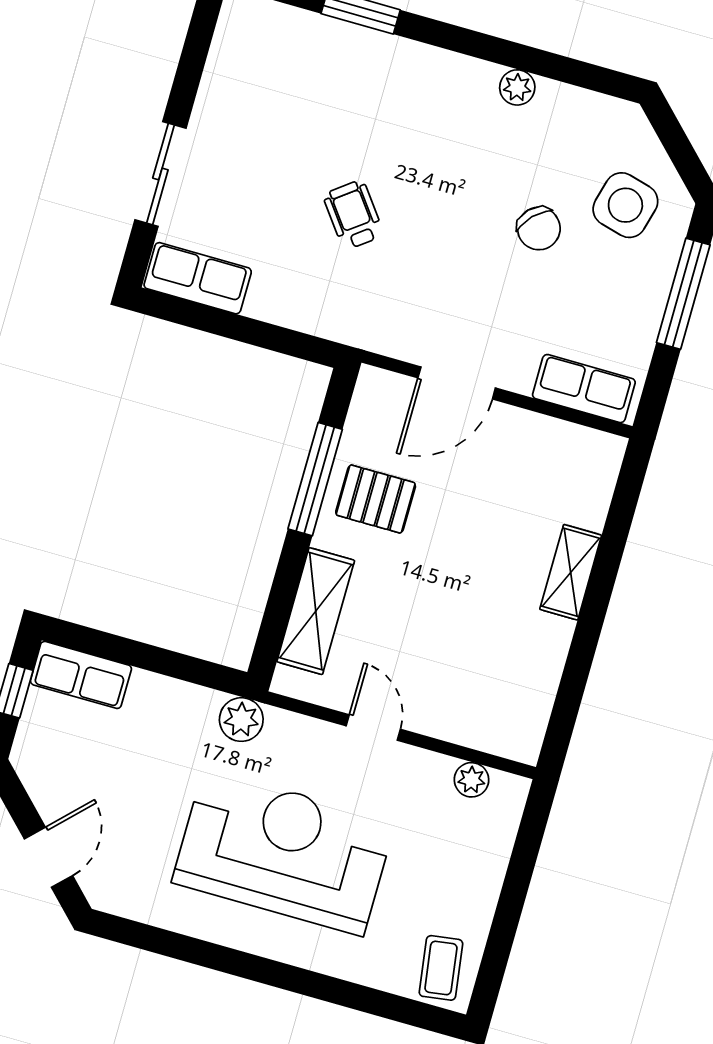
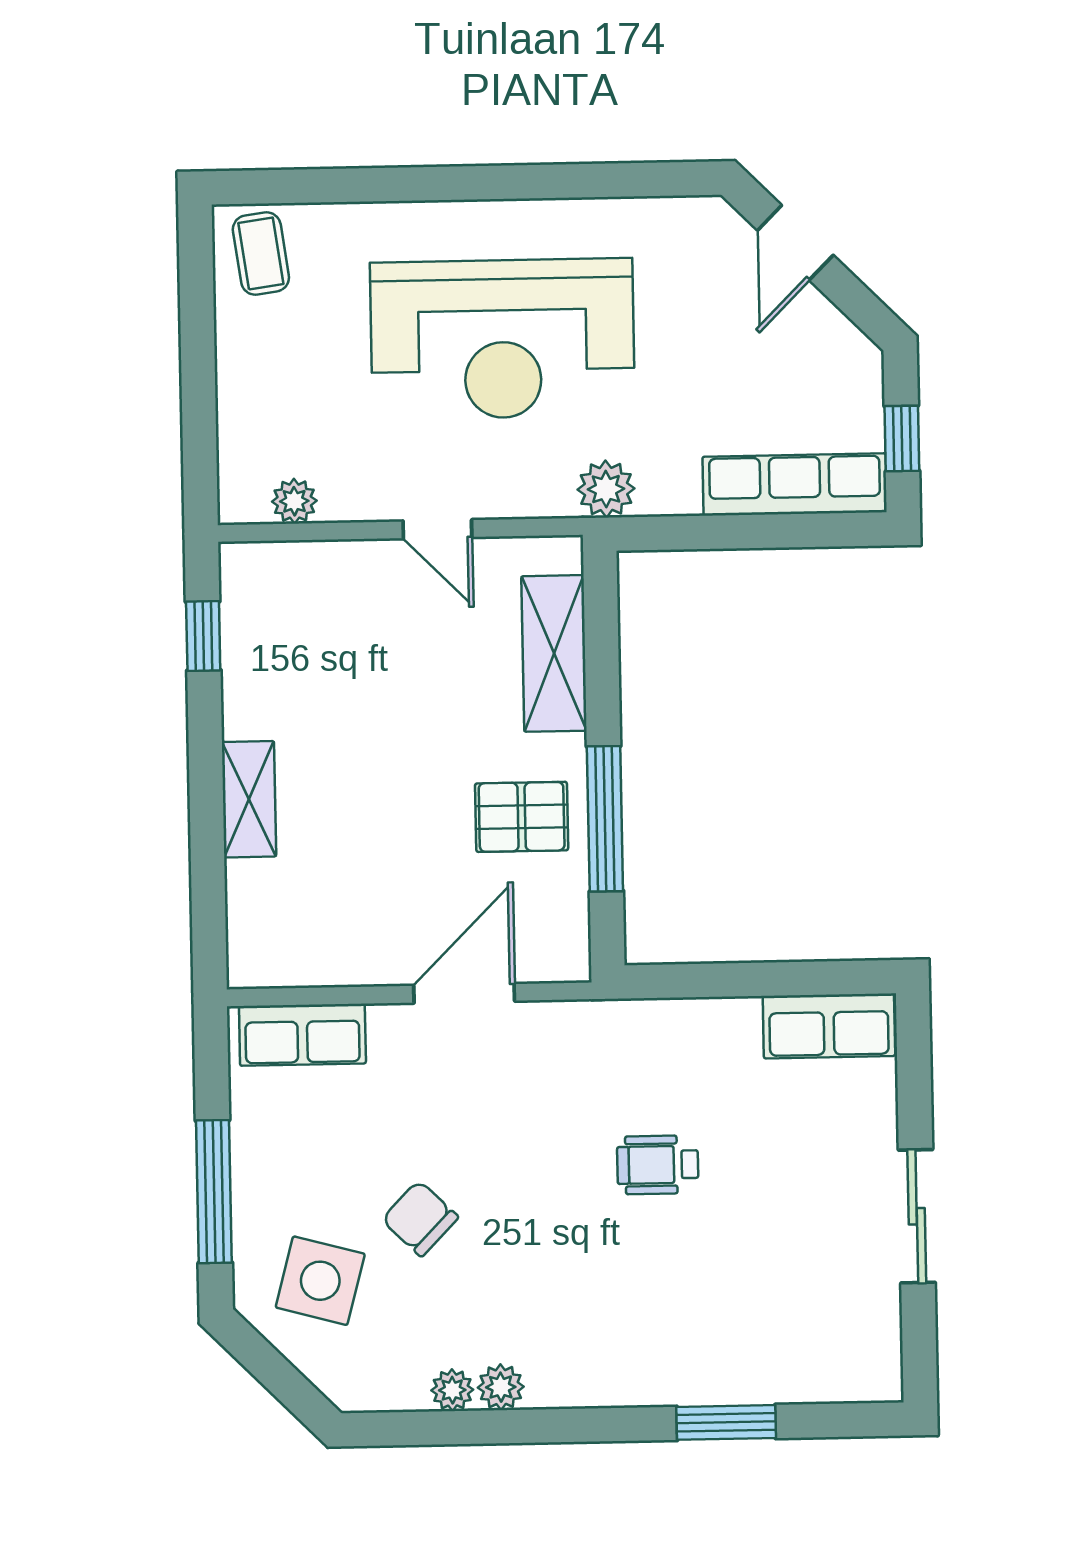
plant: (553, 96) -> (452, 1390), added
sliding door: (160, 174) -> (917, 1216), moved
wheelchair: (353, 215) -> (658, 1165), turned 127
row of seats: (81, 675) -> (795, 484), width x1.48
window: (568, 702) -> (203, 636), added

